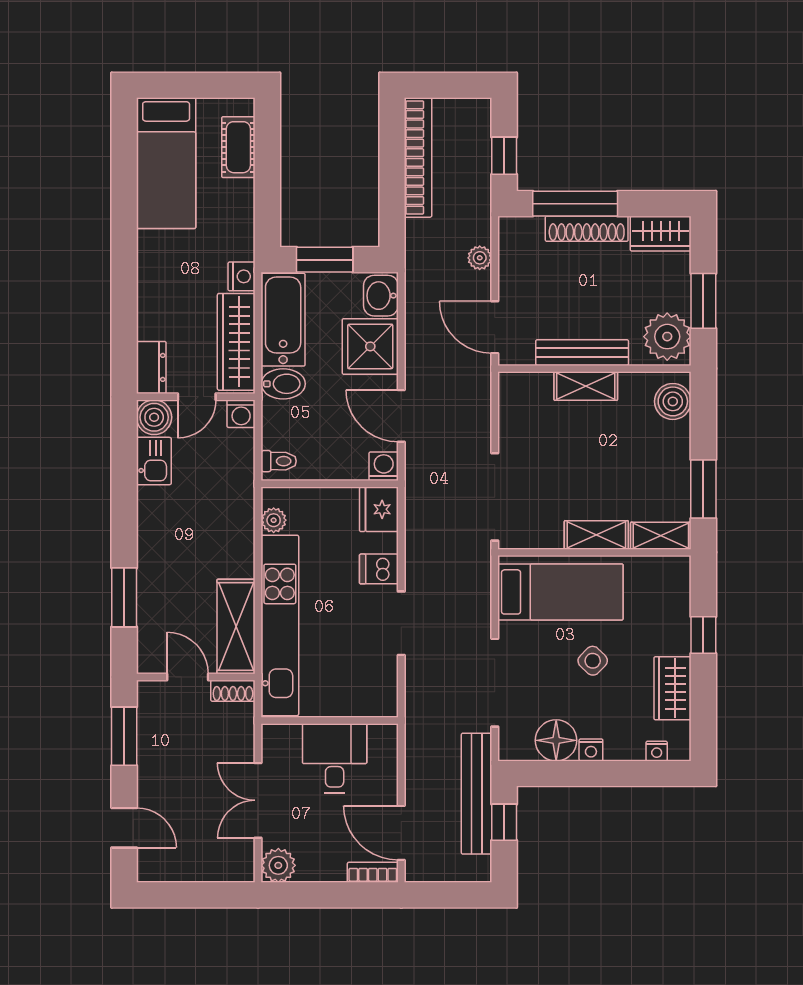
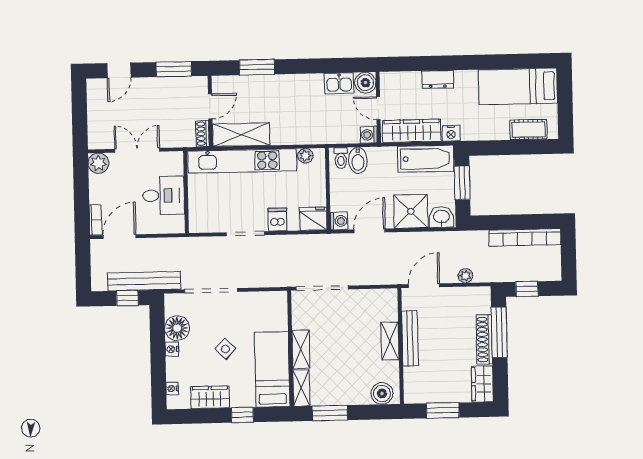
plant: (667, 337) -> (421, 389), removed
dresser: (151, 367) -> (438, 79), moved
bidet: (283, 384) -> (358, 160), moved
bed: (560, 592) -> (272, 369), moved, turned 180

